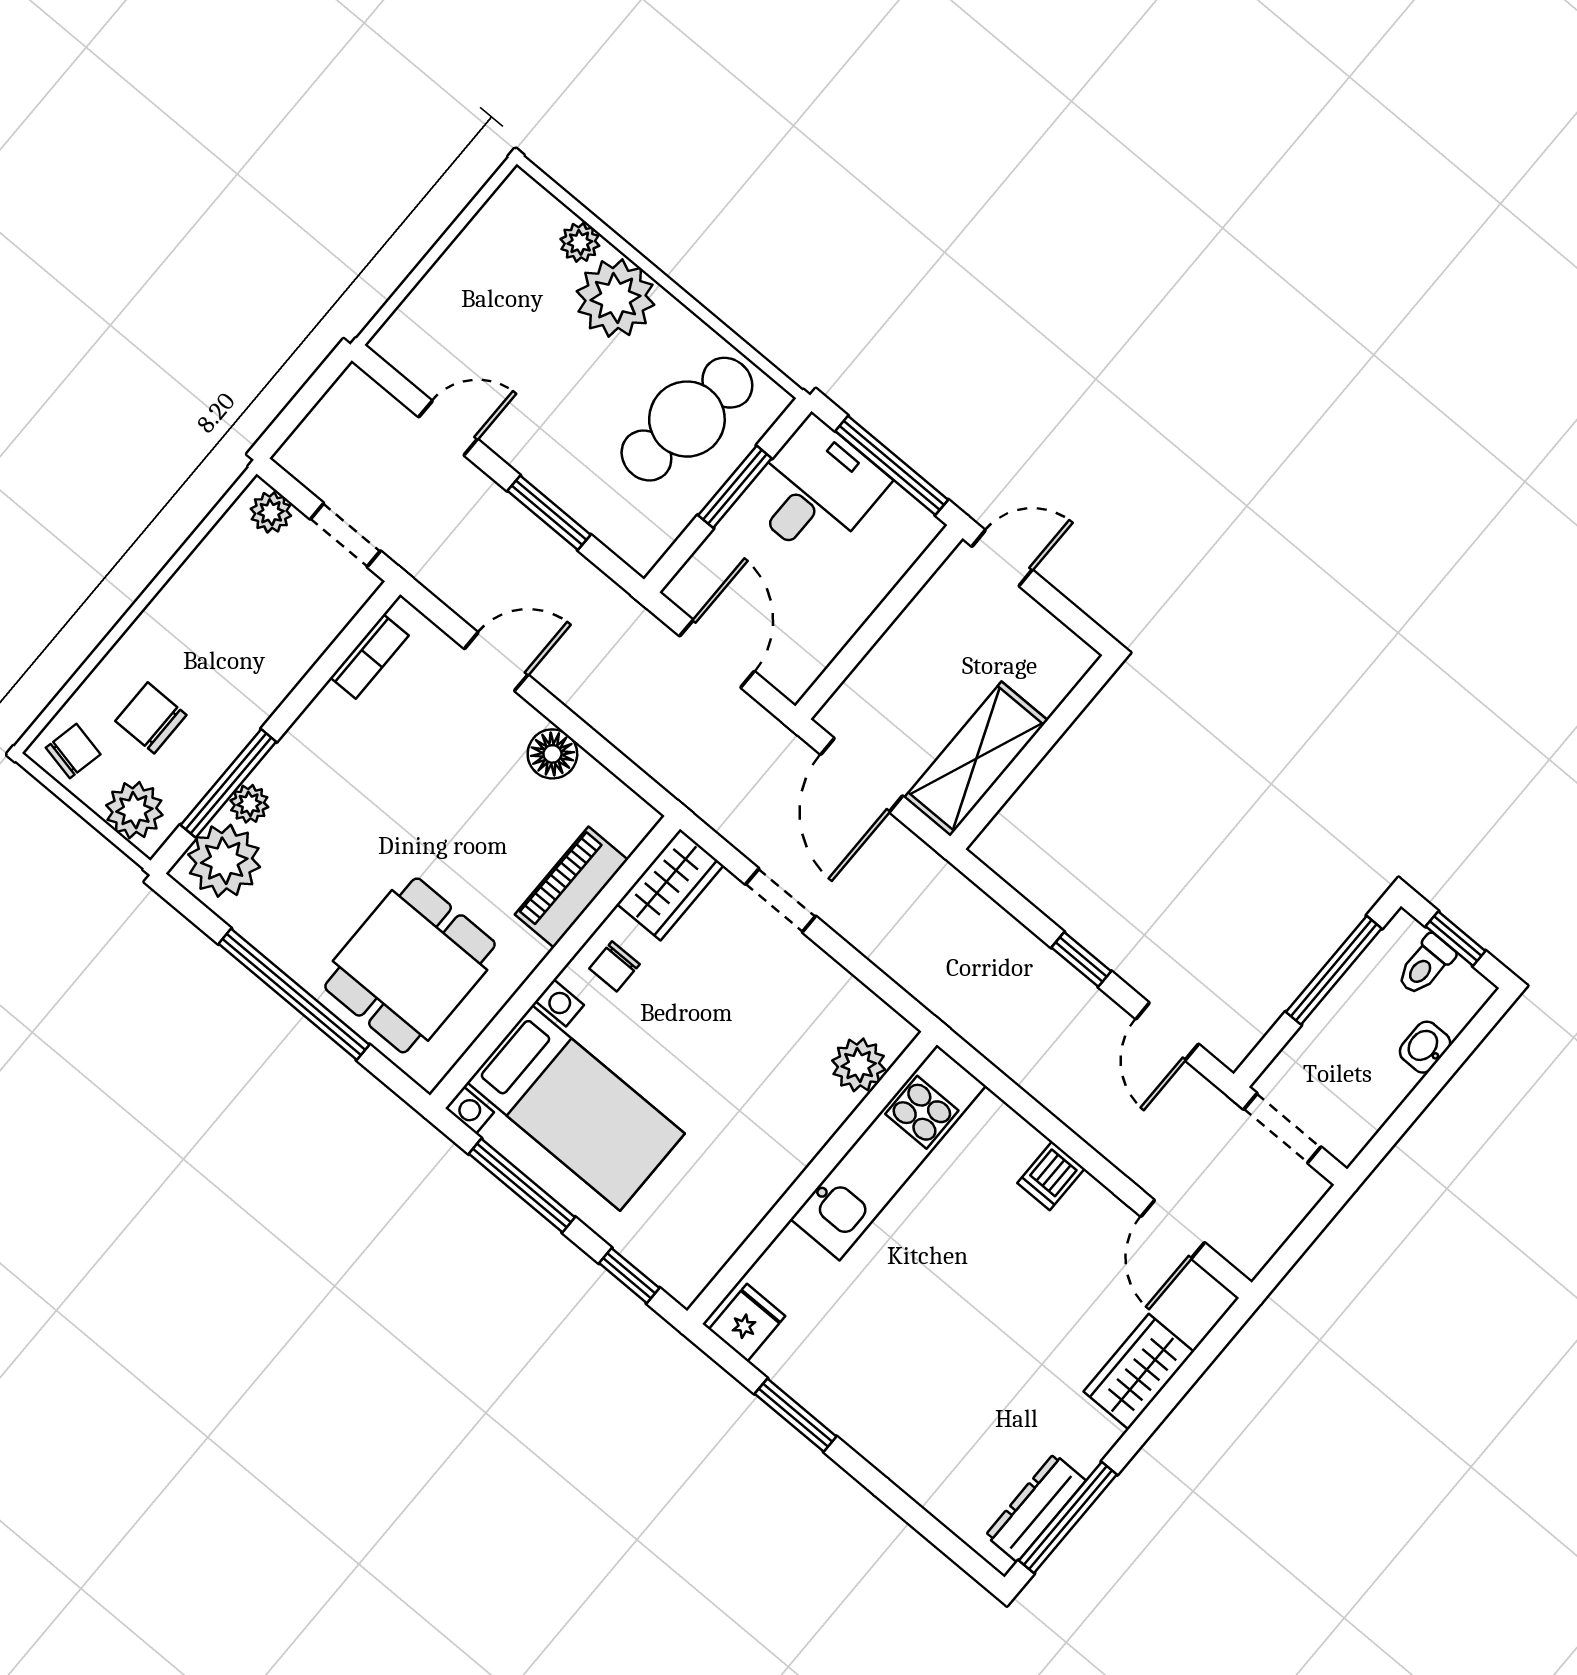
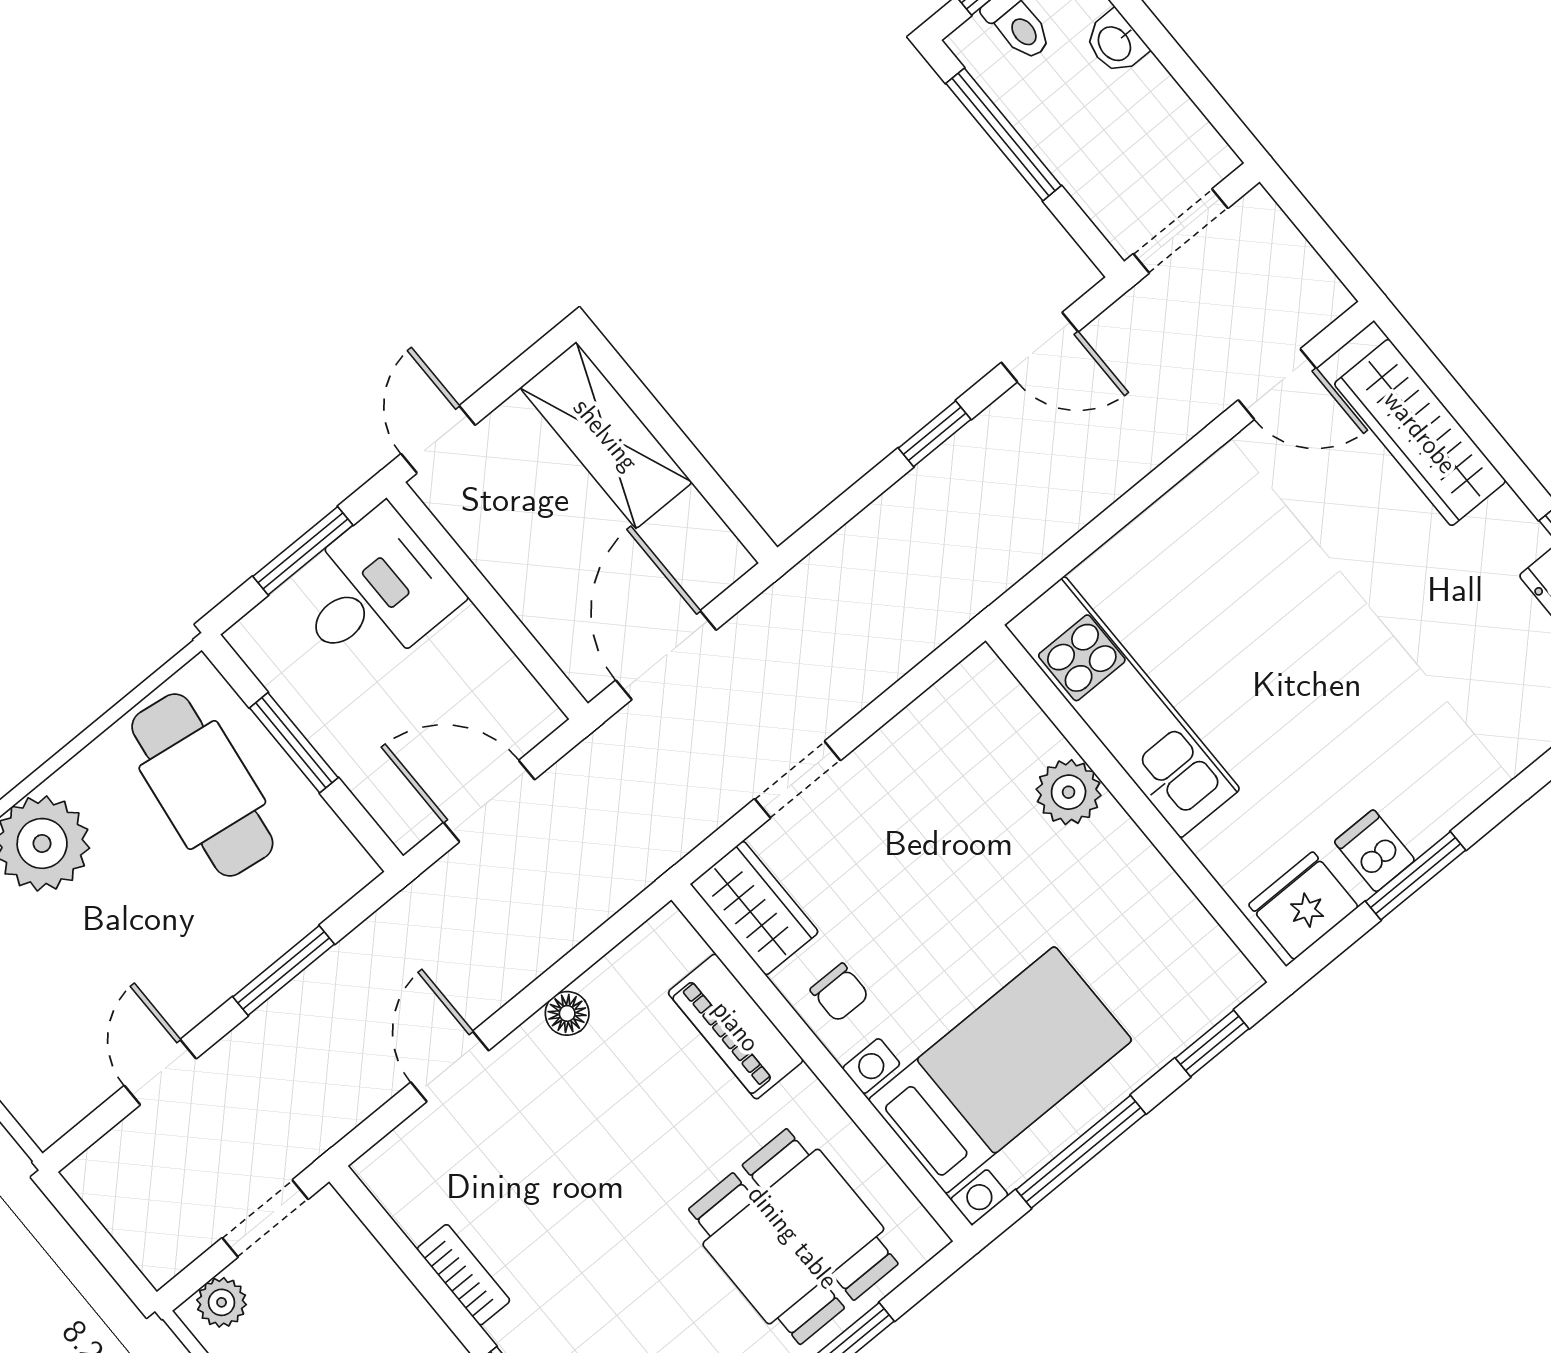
window: (892, 465) -> (303, 551), width x0.69
desk: (815, 490) -> (374, 592), moved, turned 90
bookcase: (369, 656) -> (463, 1275), moved
floor lamp: (552, 754) -> (567, 1013), width x0.73, depth x0.73
shelving: (976, 759) -> (606, 435), moved
door: (862, 775) -> (666, 655), swing flipped
plant: (859, 1065) -> (1069, 792), moved
dishwasher: (1051, 1176) -> (1375, 851), moved, turned 180
fridge: (747, 1323) -> (1303, 906), width x1.38
wardrobe: (1139, 1372) -> (1420, 432), width x1.50

